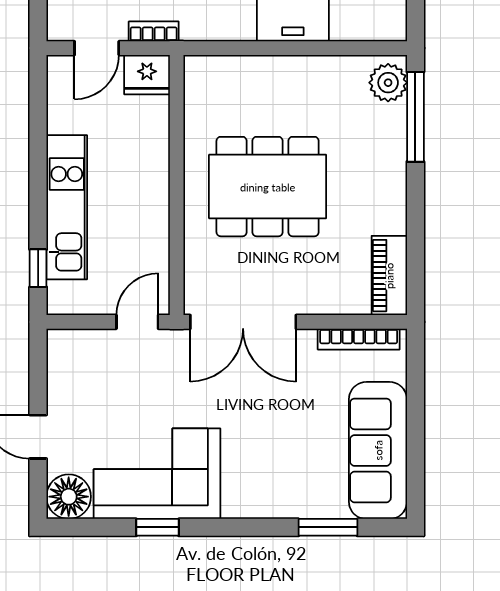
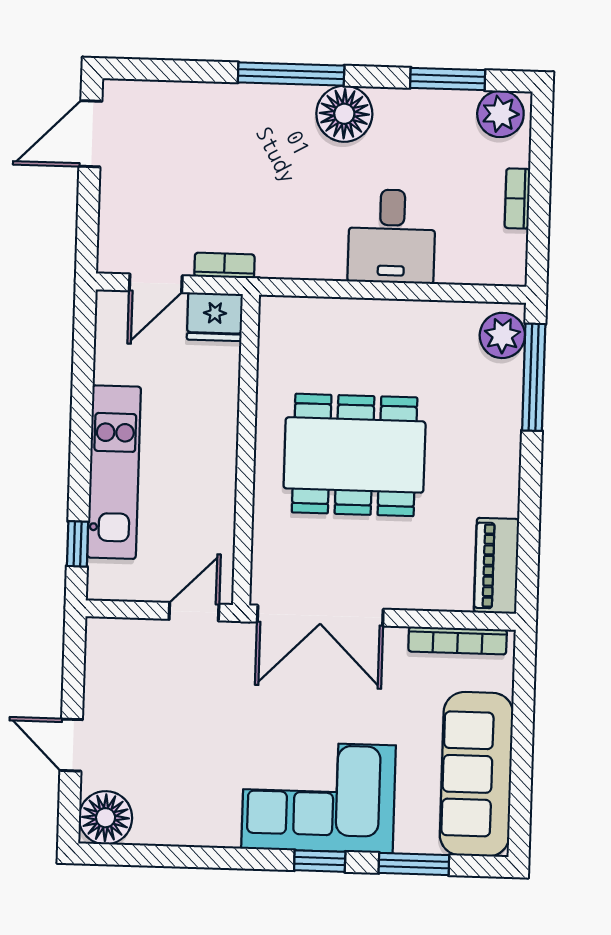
corner sofa: (157, 474) -> (319, 797), moved
window: (157, 527) -> (320, 861), moved

